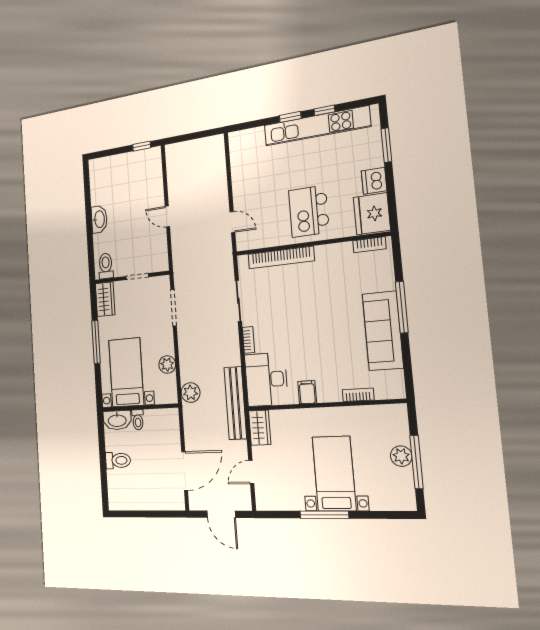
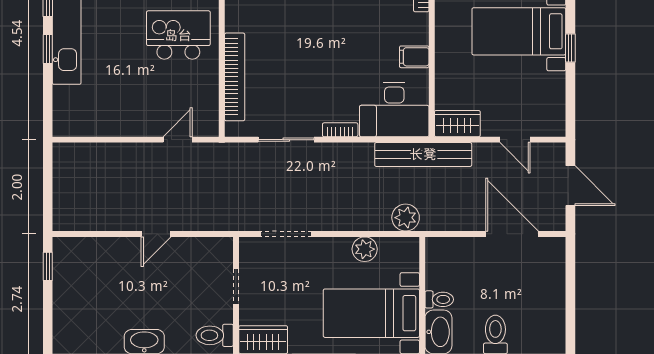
kitchen island: (309, 211) -> (178, 35), turned 180
door: (221, 514) -> (570, 186), hinge flipped
window: (324, 515) -> (570, 48), width x0.46

